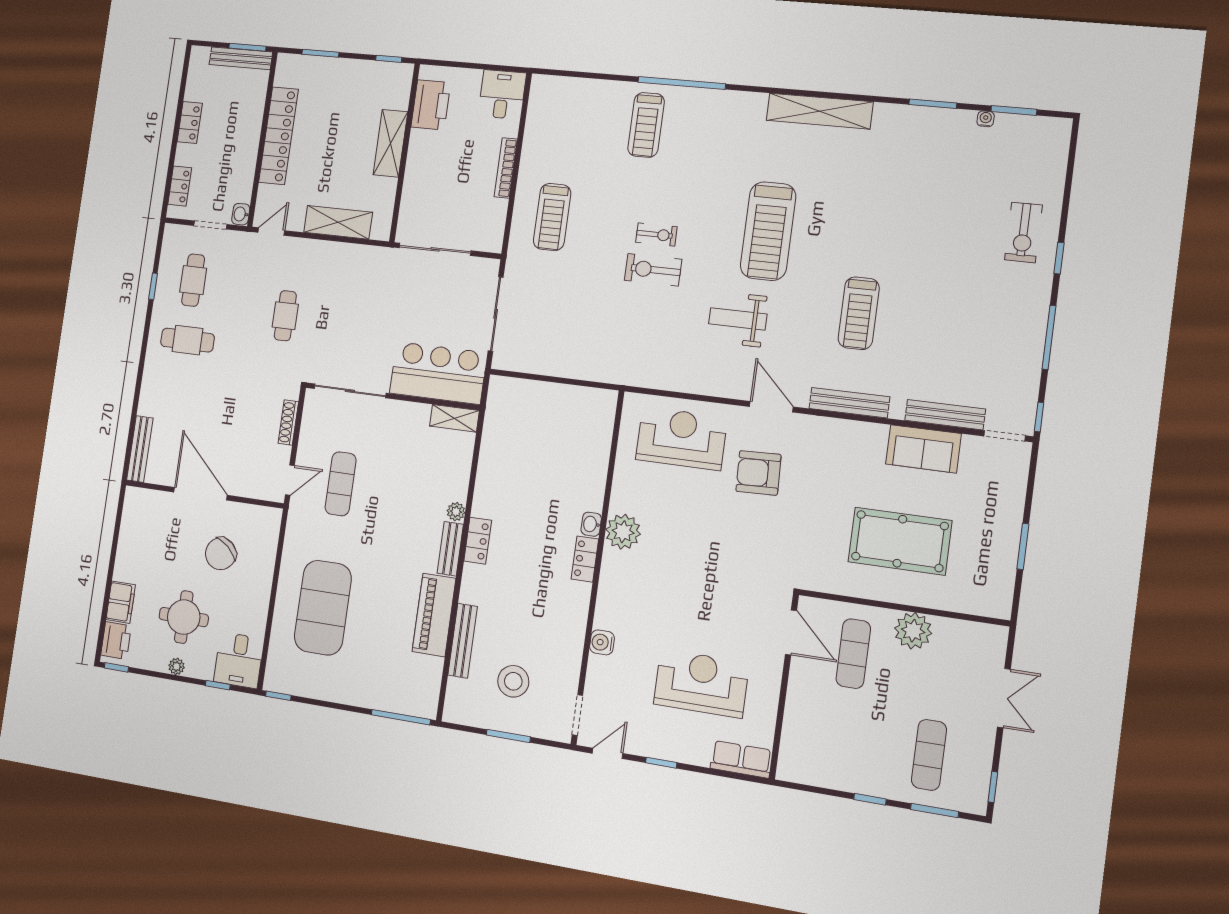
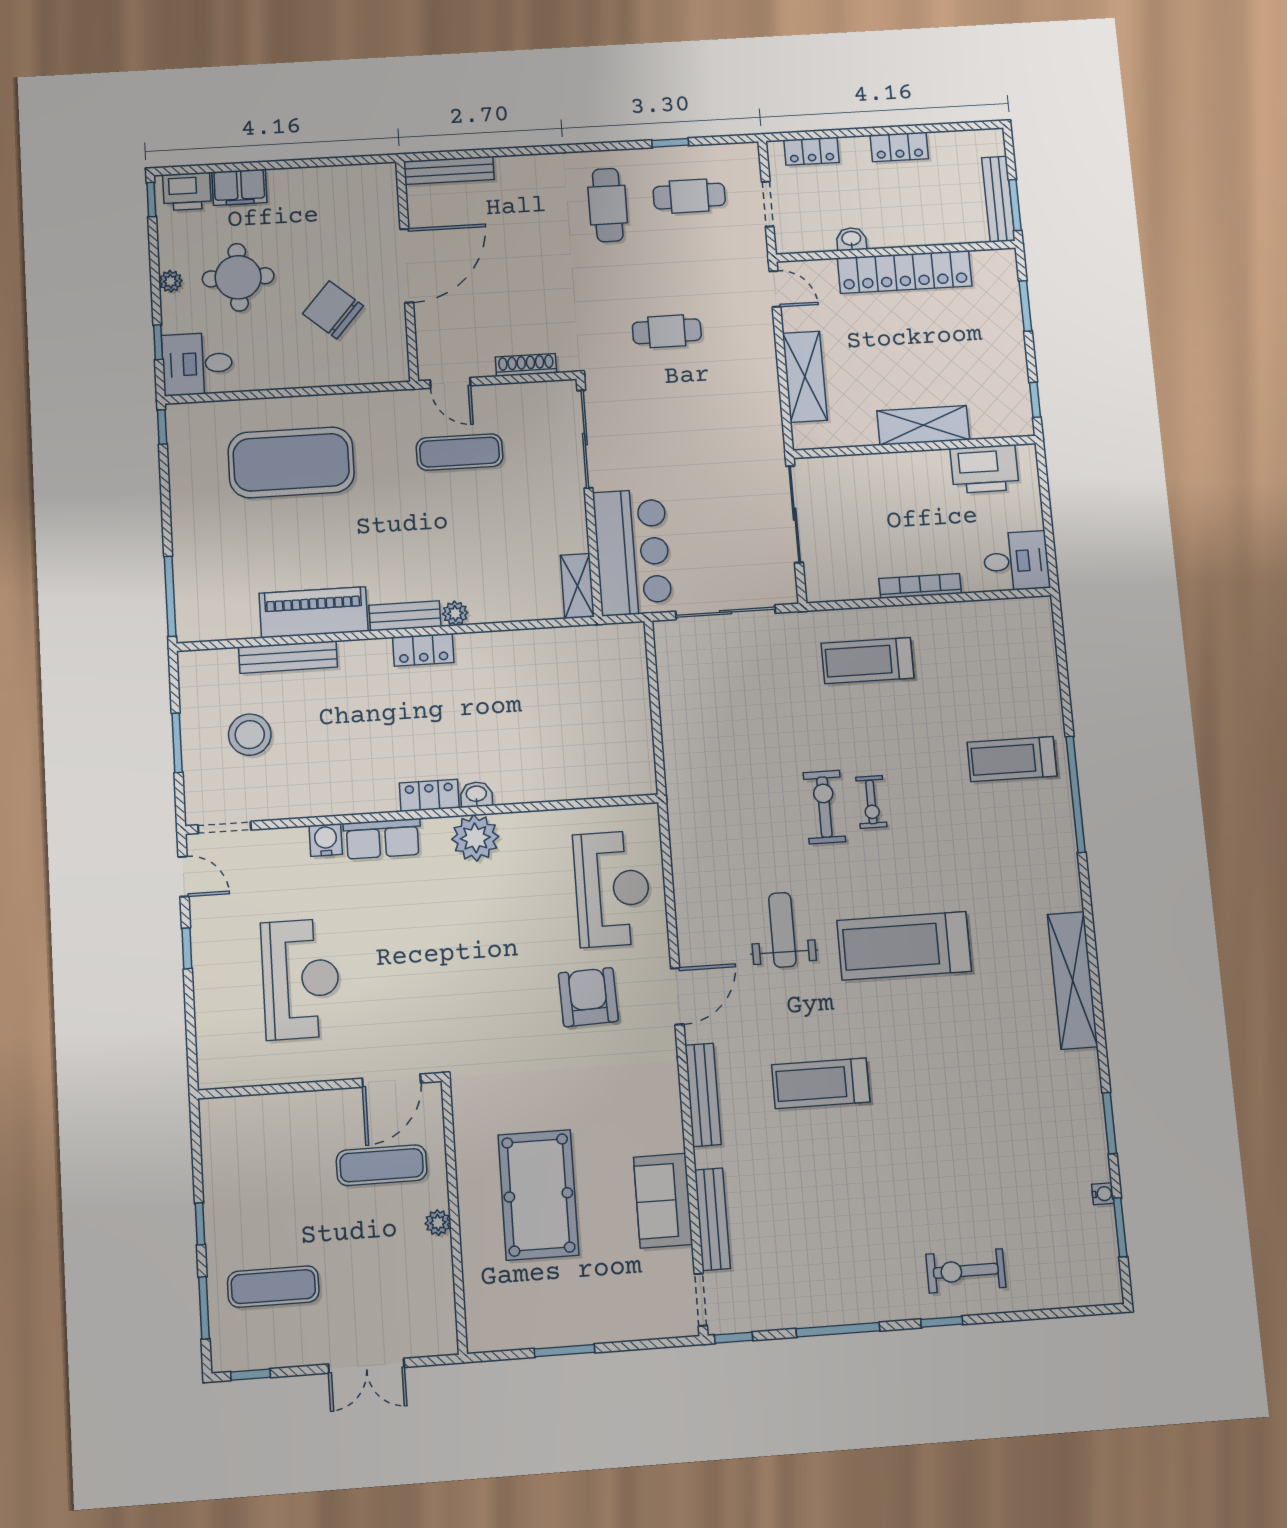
washbasin: (241, 214) -> (851, 239), moved
plant: (913, 631) -> (438, 1223), width x0.53, depth x0.53
row of seats: (741, 759) -> (382, 839), moved, turned 90

